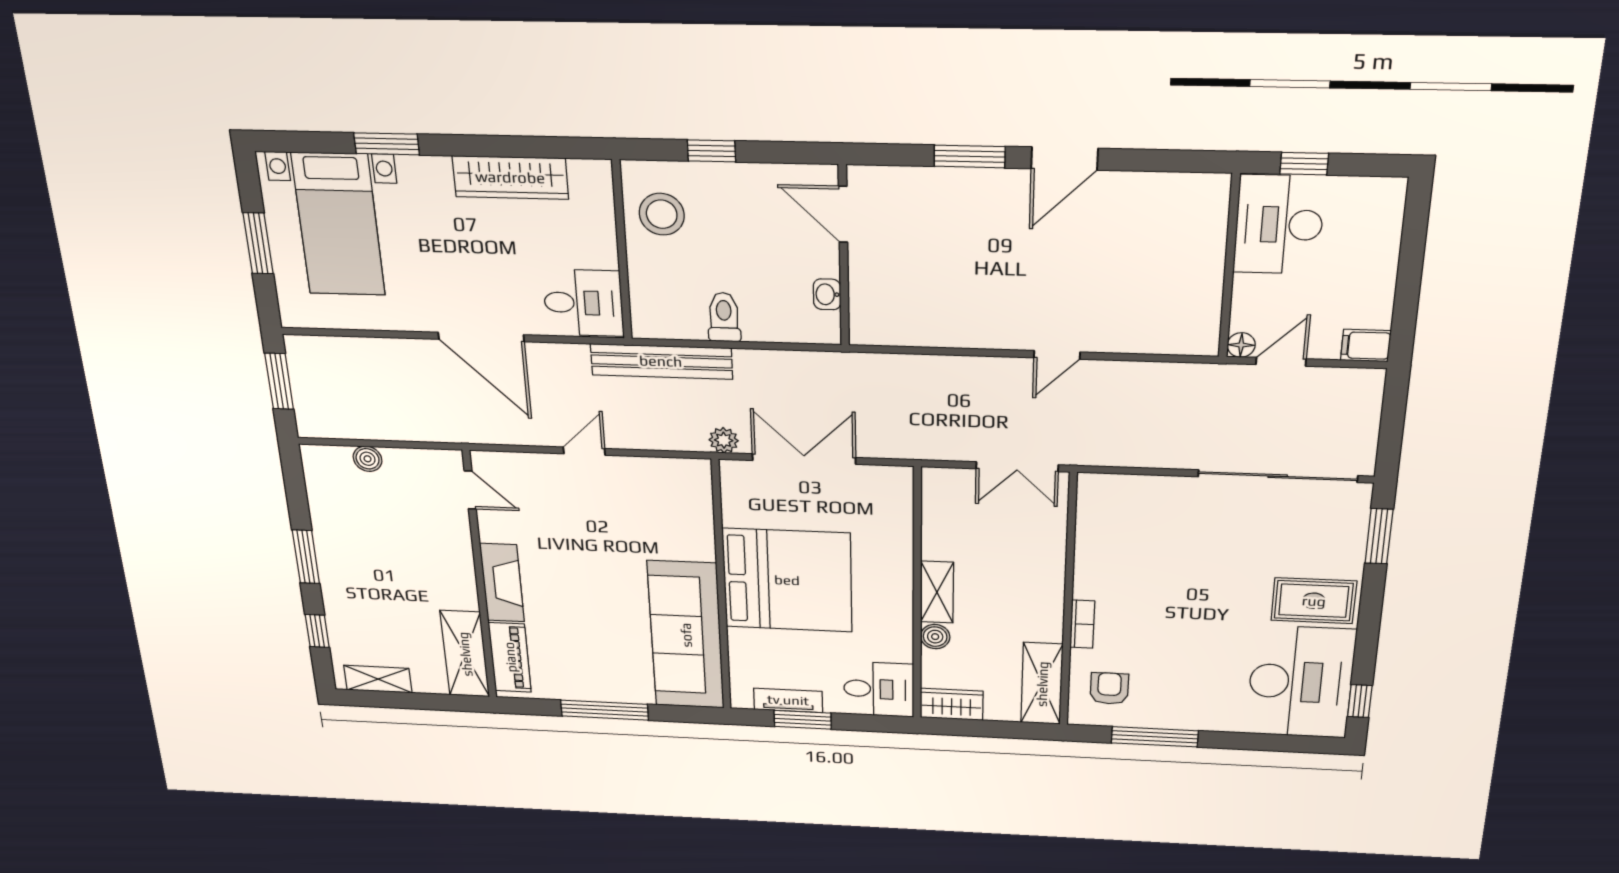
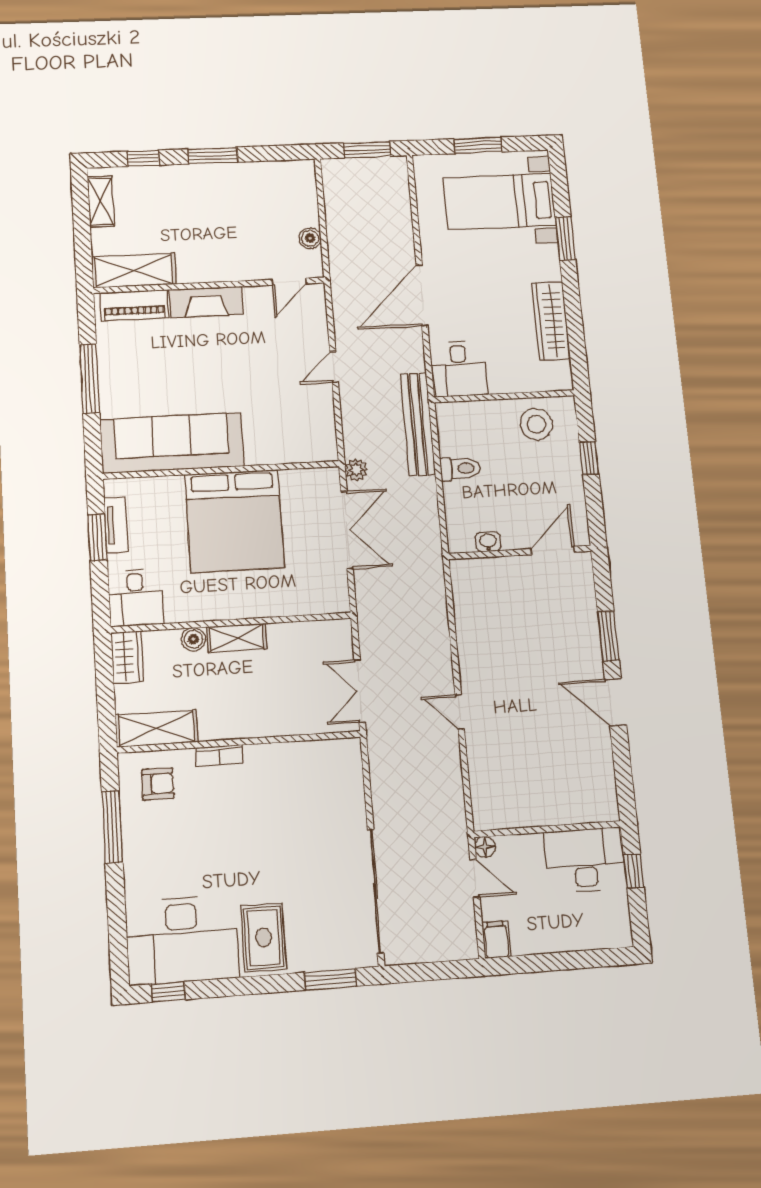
door: (584, 451) -> (334, 367), swing flipped
boiler: (368, 459) -> (310, 238), moved

